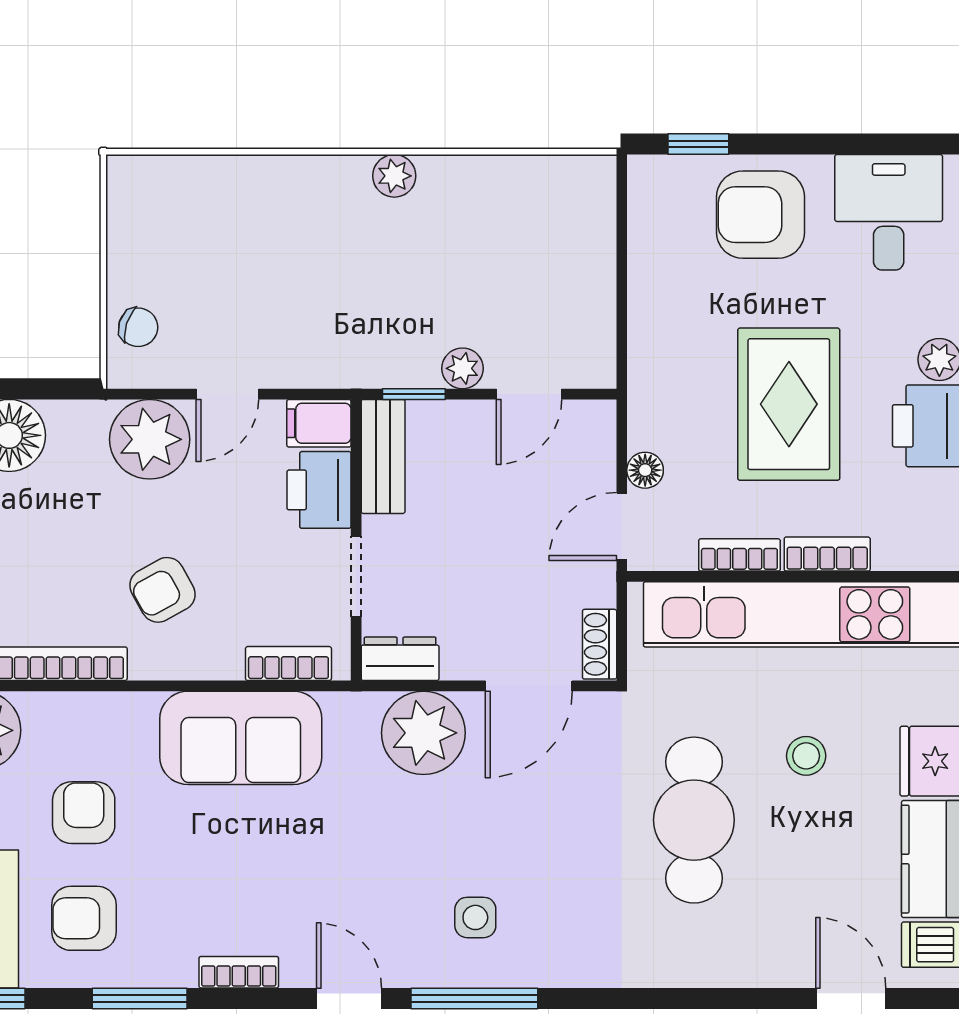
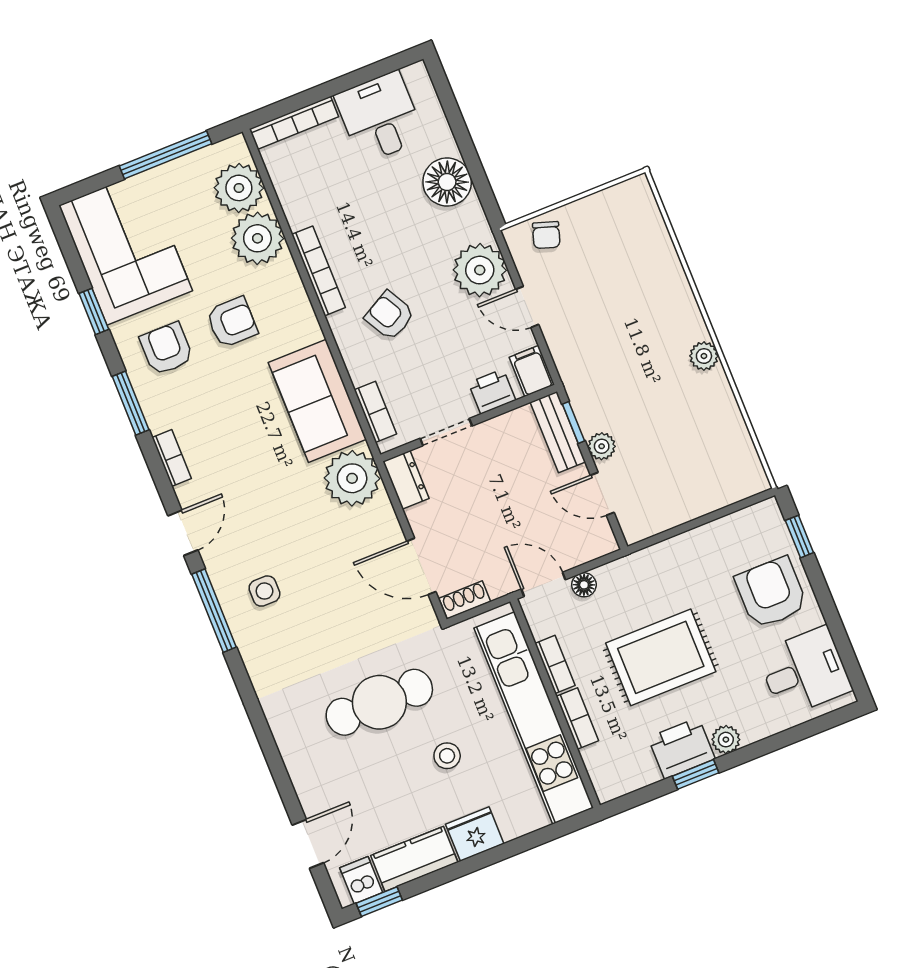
bench: (383, 456) -> (558, 432), moved, turned 90
printer: (319, 490) -> (492, 391), width x0.73, depth x0.81
plant: (423, 733) -> (352, 478), moved

